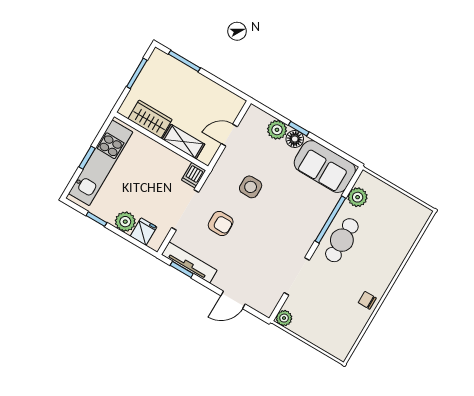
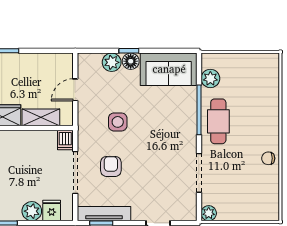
armchair: (221, 223) -> (111, 166), turned -90

